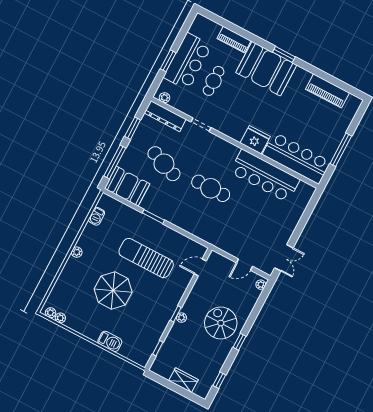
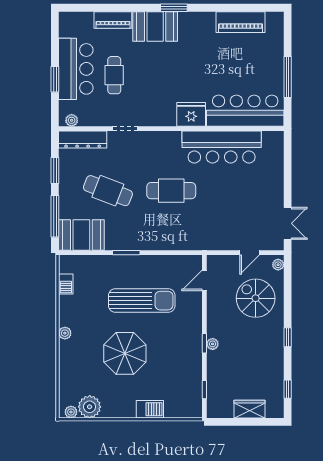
booth: (266, 69) -> (155, 26), width x0.73, depth x0.70
sun lounger: (146, 258) -> (142, 301), turned 180
plant: (60, 318) -> (90, 407), width x1.88, depth x1.88
spiral stairs: (221, 323) -> (256, 298), moved

